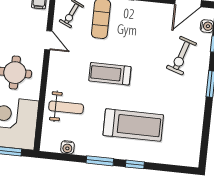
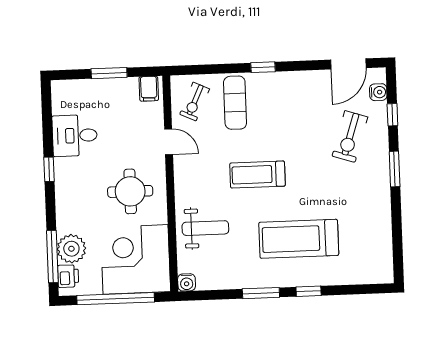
treadmill: (133, 125) -> (299, 239), turned 180
water cooler: (67, 147) -> (187, 282), moved

